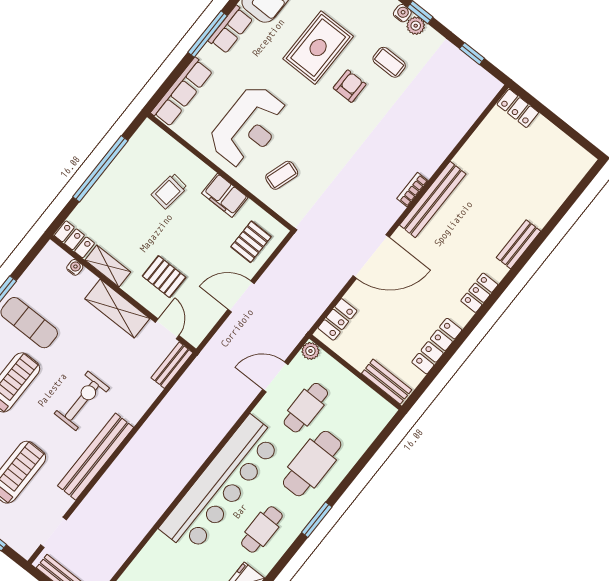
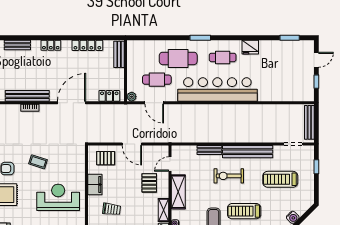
coffee table: (282, 175) -> (38, 162), moved
door: (371, 256) -> (72, 103), hinge flipped
bench: (172, 365) -> (209, 150), moved

